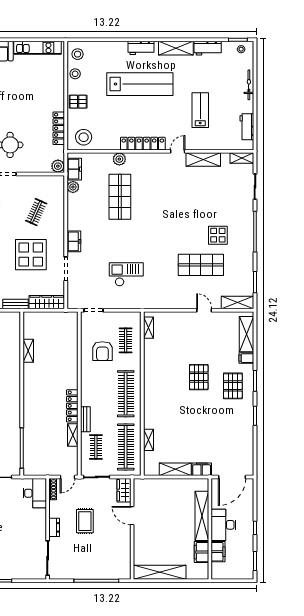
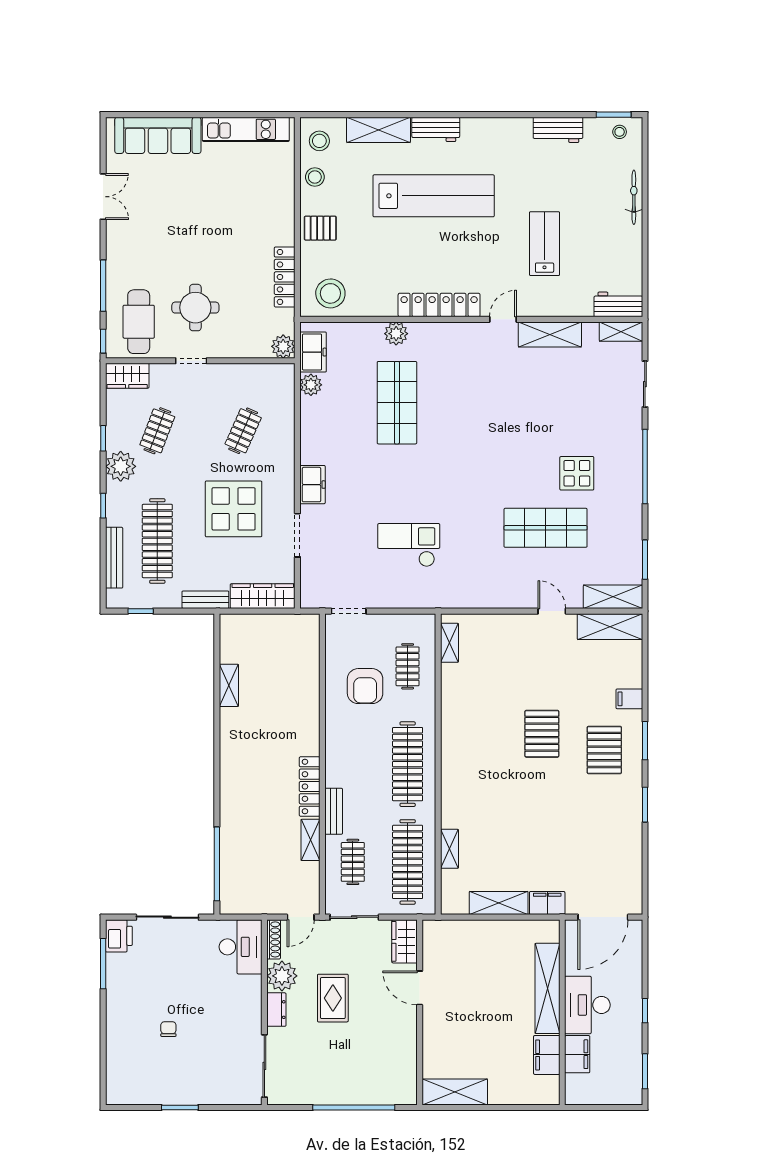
shelving: (176, 48) -> (378, 130), moved
workbench: (247, 127) -> (618, 304), moved, turned 90
shelving: (247, 334) -> (610, 627), moved, turned 90
plant: (57, 509) -> (282, 976), added
shelving: (160, 572) -> (455, 1092), width x0.68

